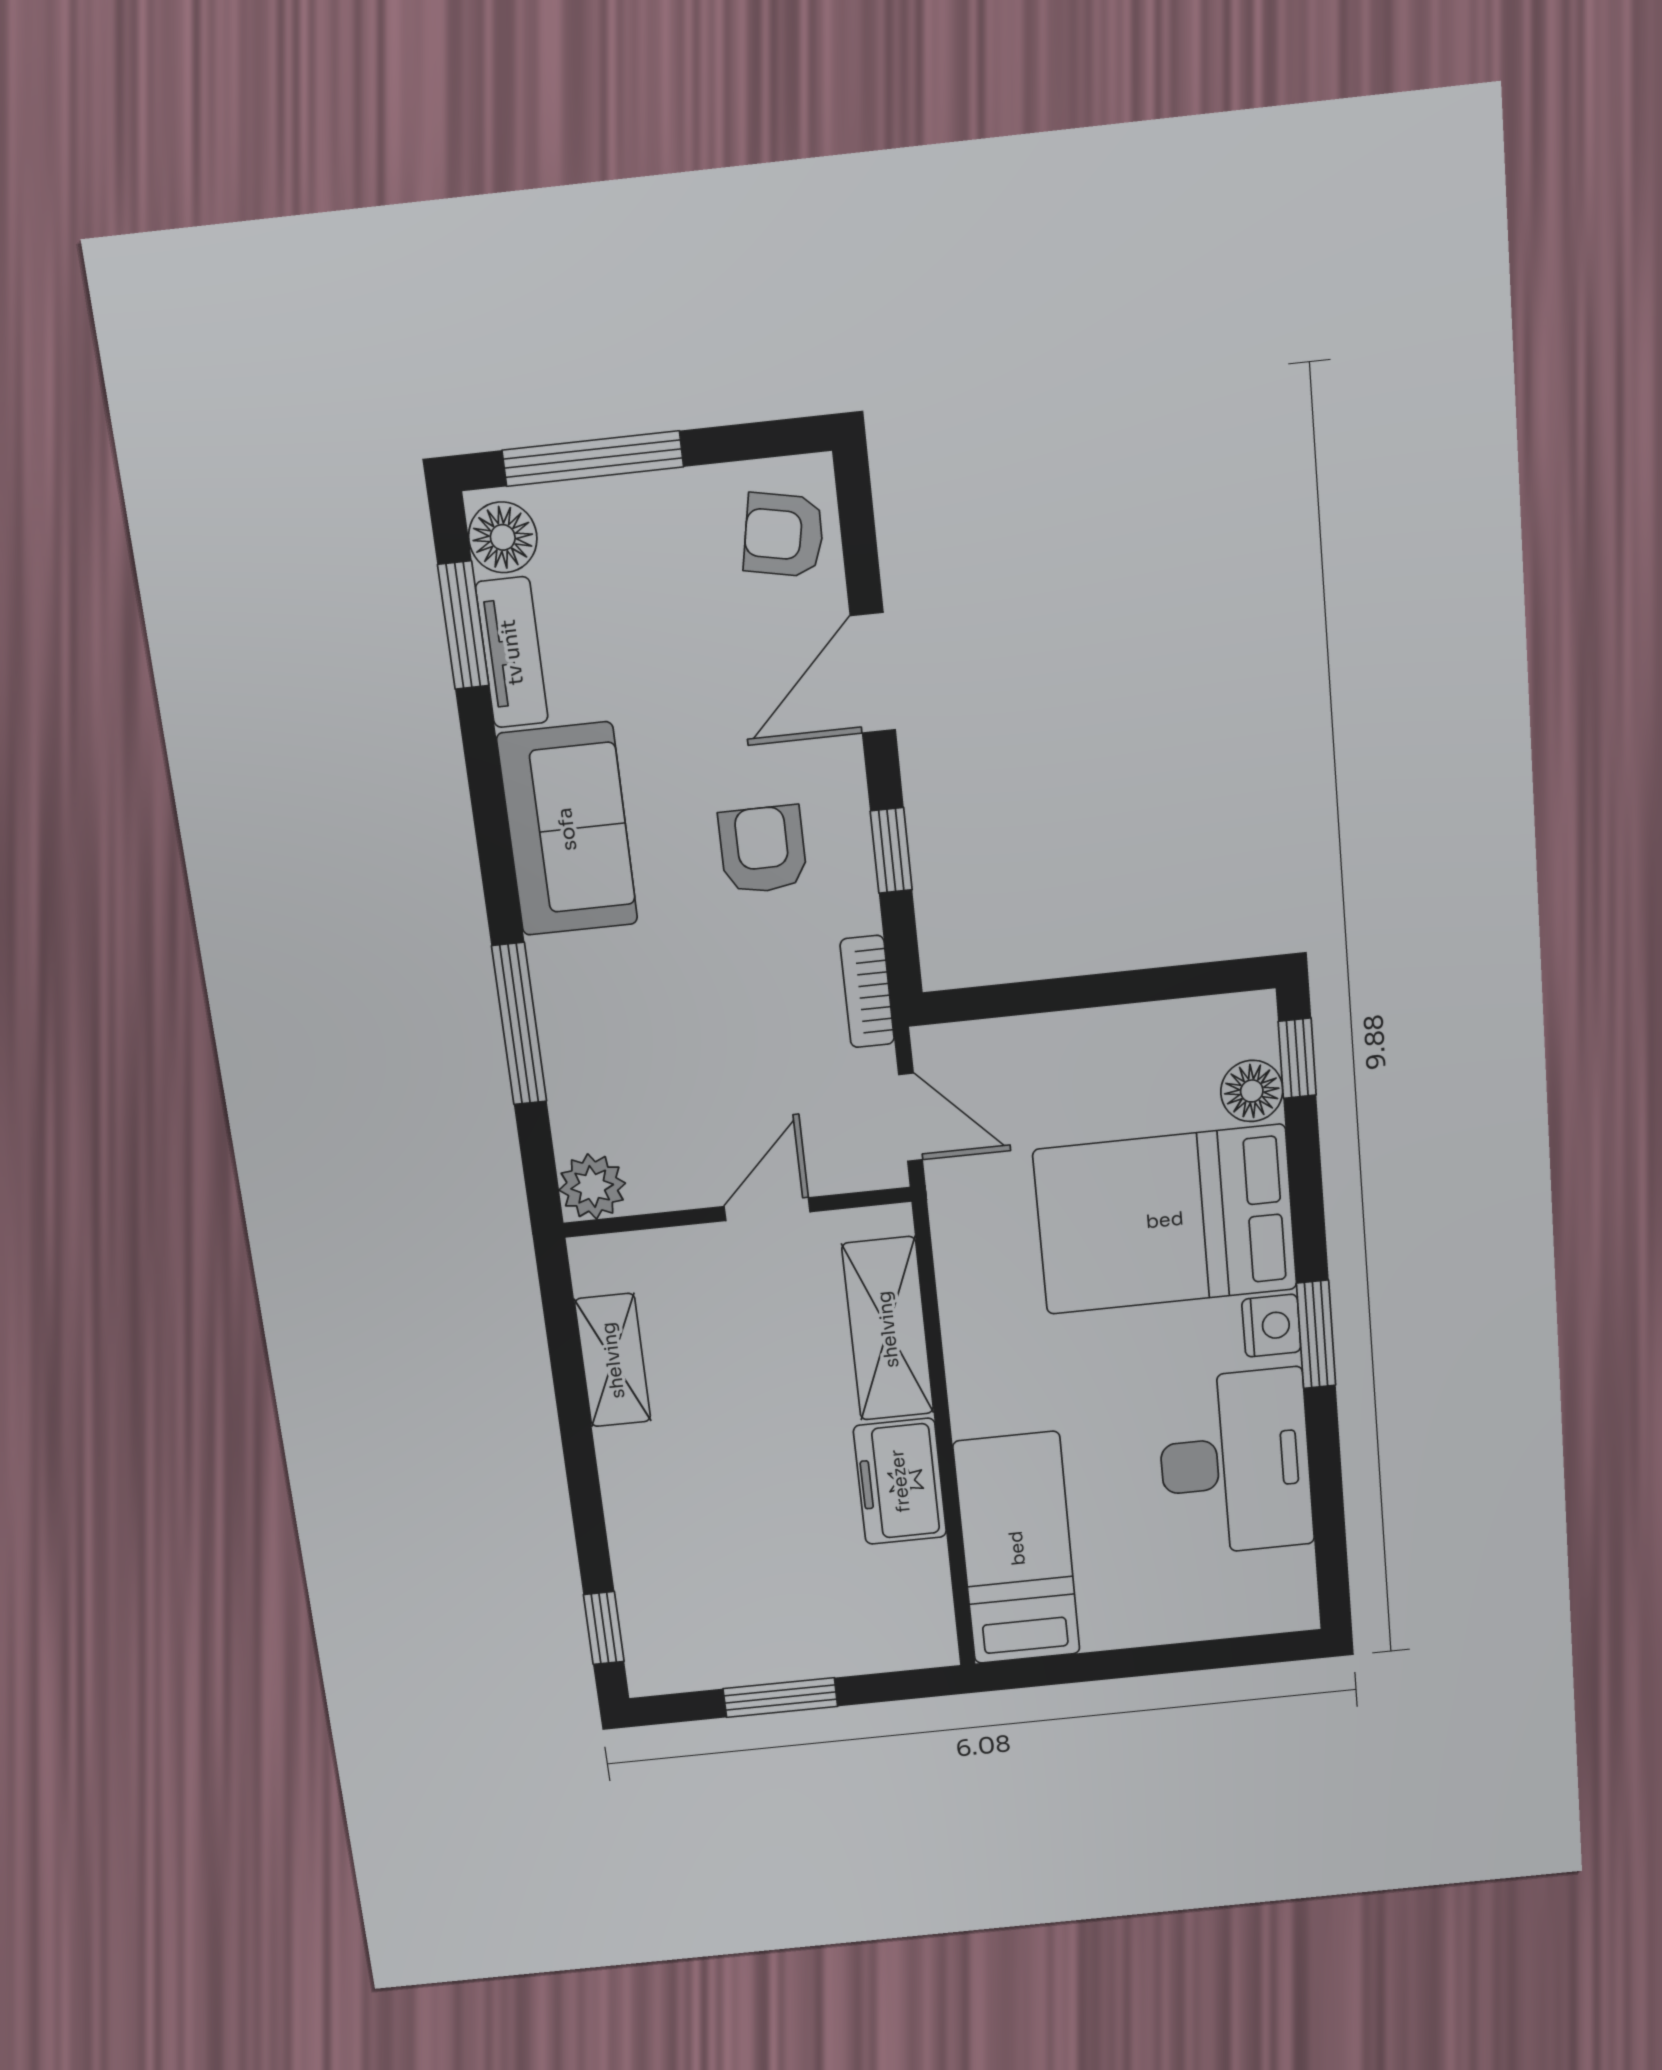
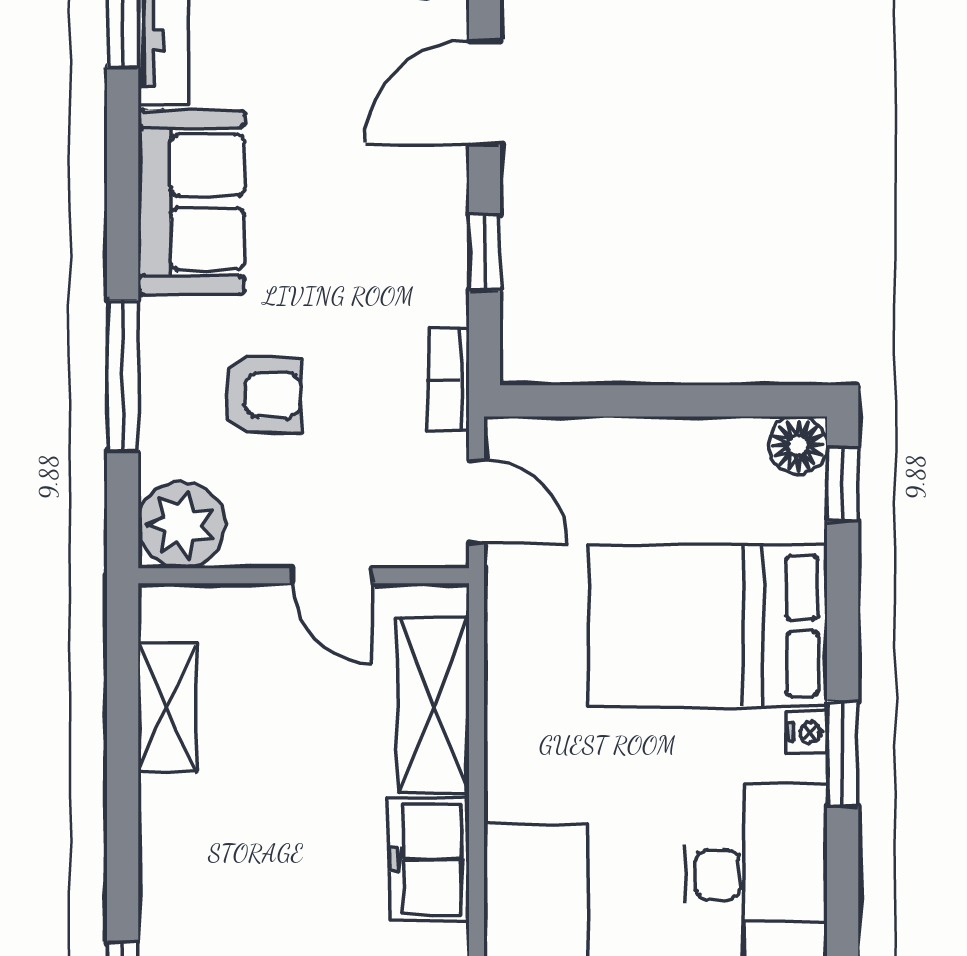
armchair: (763, 850) -> (262, 395), moved, turned 90
floor lamp: (1252, 1091) -> (798, 446), moved
plant: (592, 1187) -> (182, 525), width x1.36, depth x1.36
door: (767, 1209) -> (332, 576), swing flipped
nightstand: (1271, 1326) -> (807, 733), width x0.72, depth x0.74

